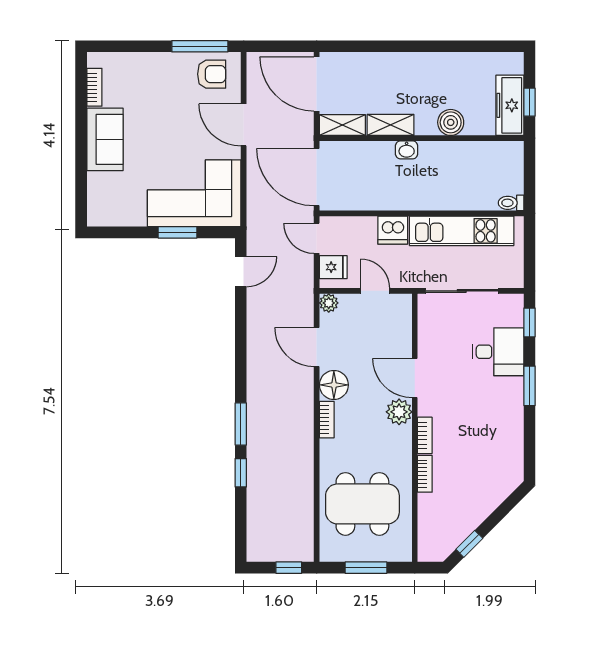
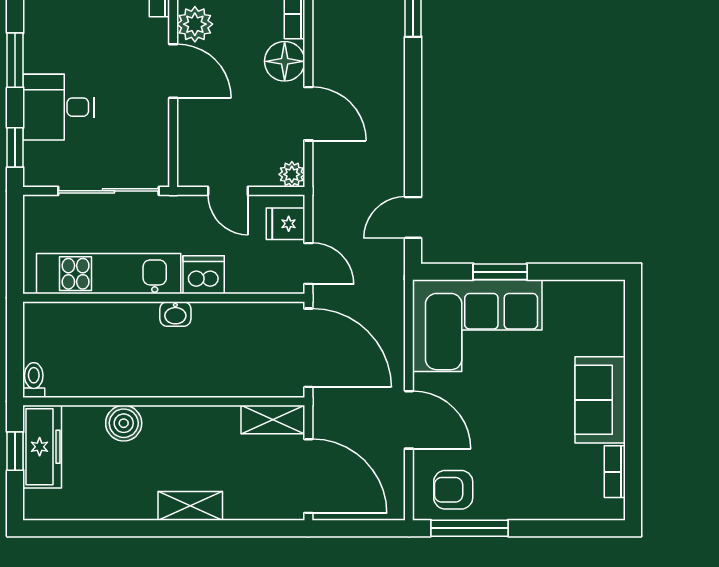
shelving: (391, 125) -> (190, 506), moved
washbasin: (407, 150) -> (175, 314), moved, turned 180
toilet: (511, 203) -> (34, 380), moved, turned -90

